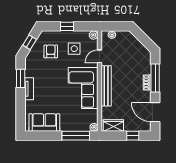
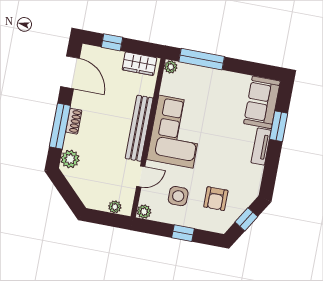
plant: (145, 59) -> (70, 159), added
window: (21, 78) -> (279, 126), moved
sofa: (44, 122) -> (262, 102), moved, turned 90

